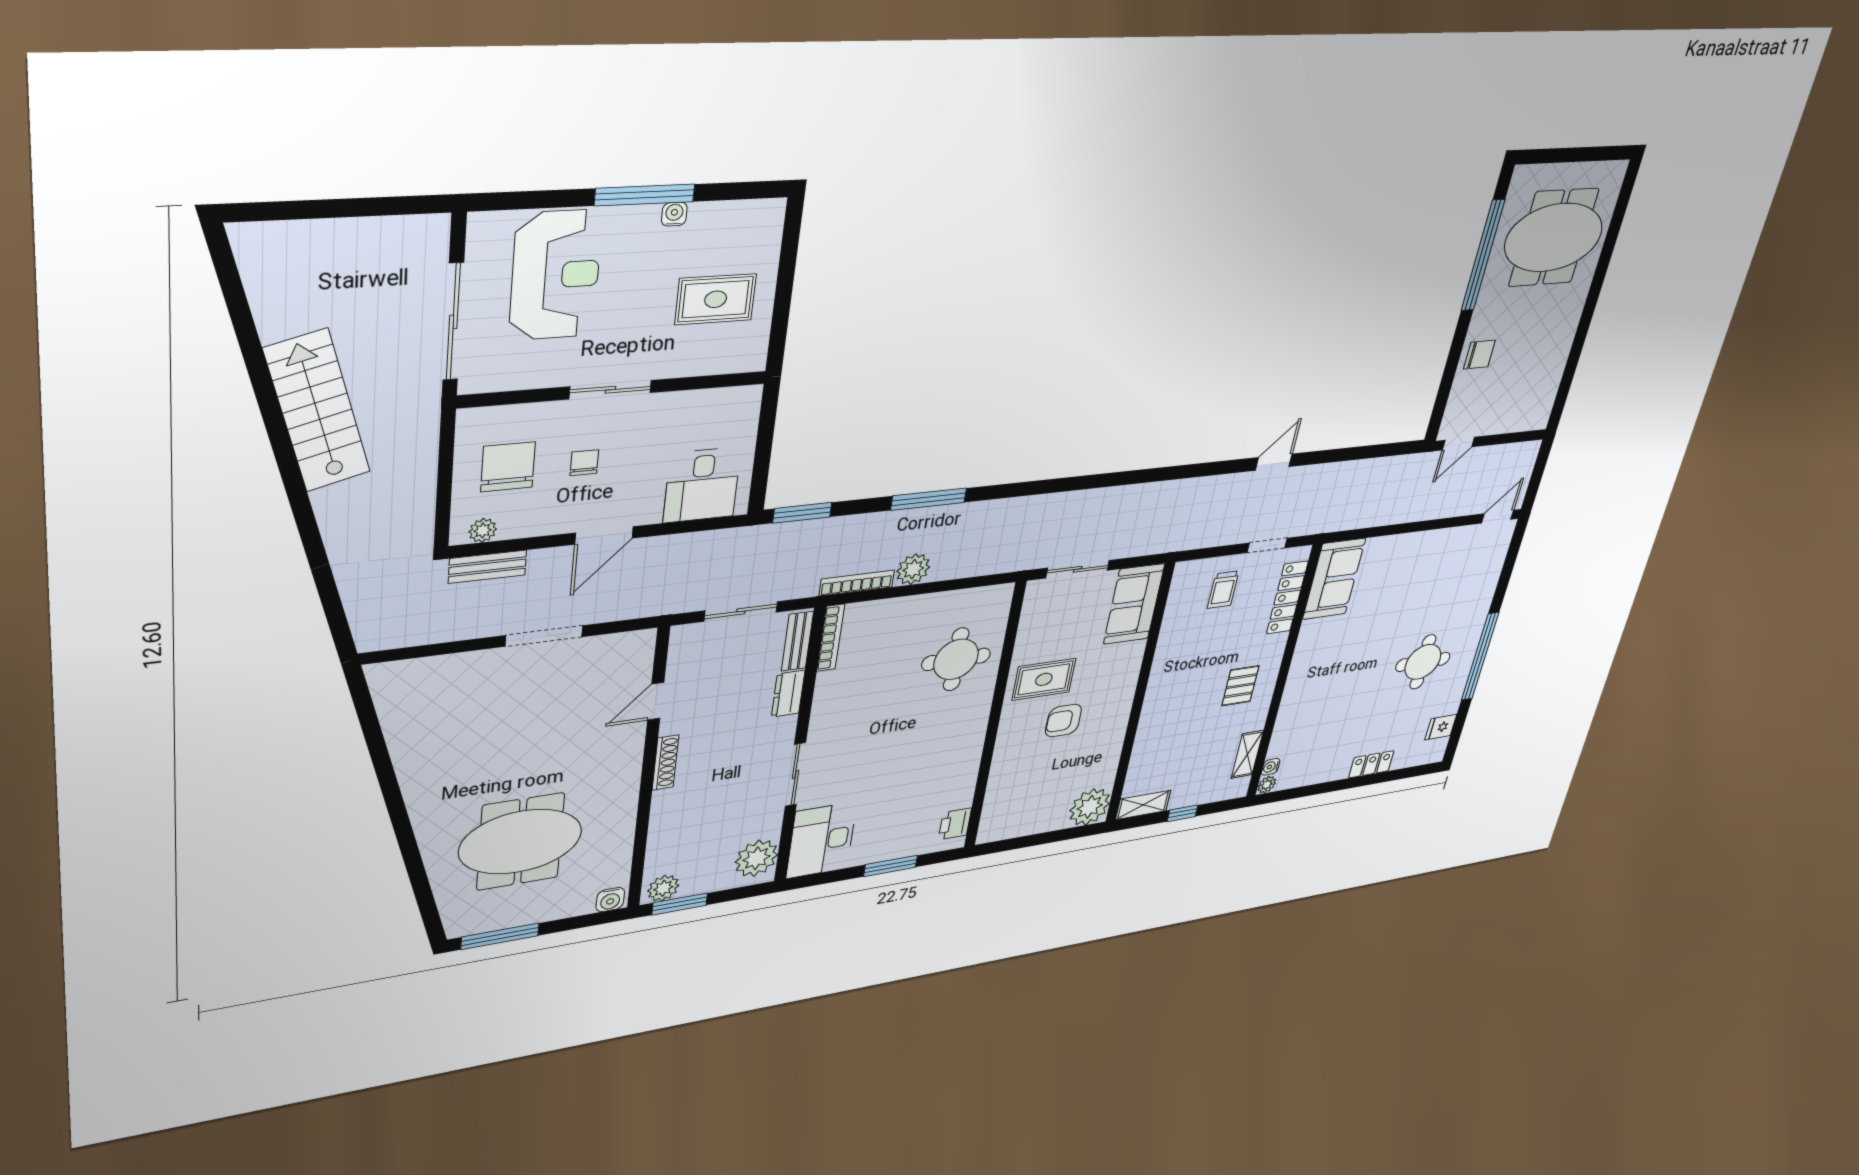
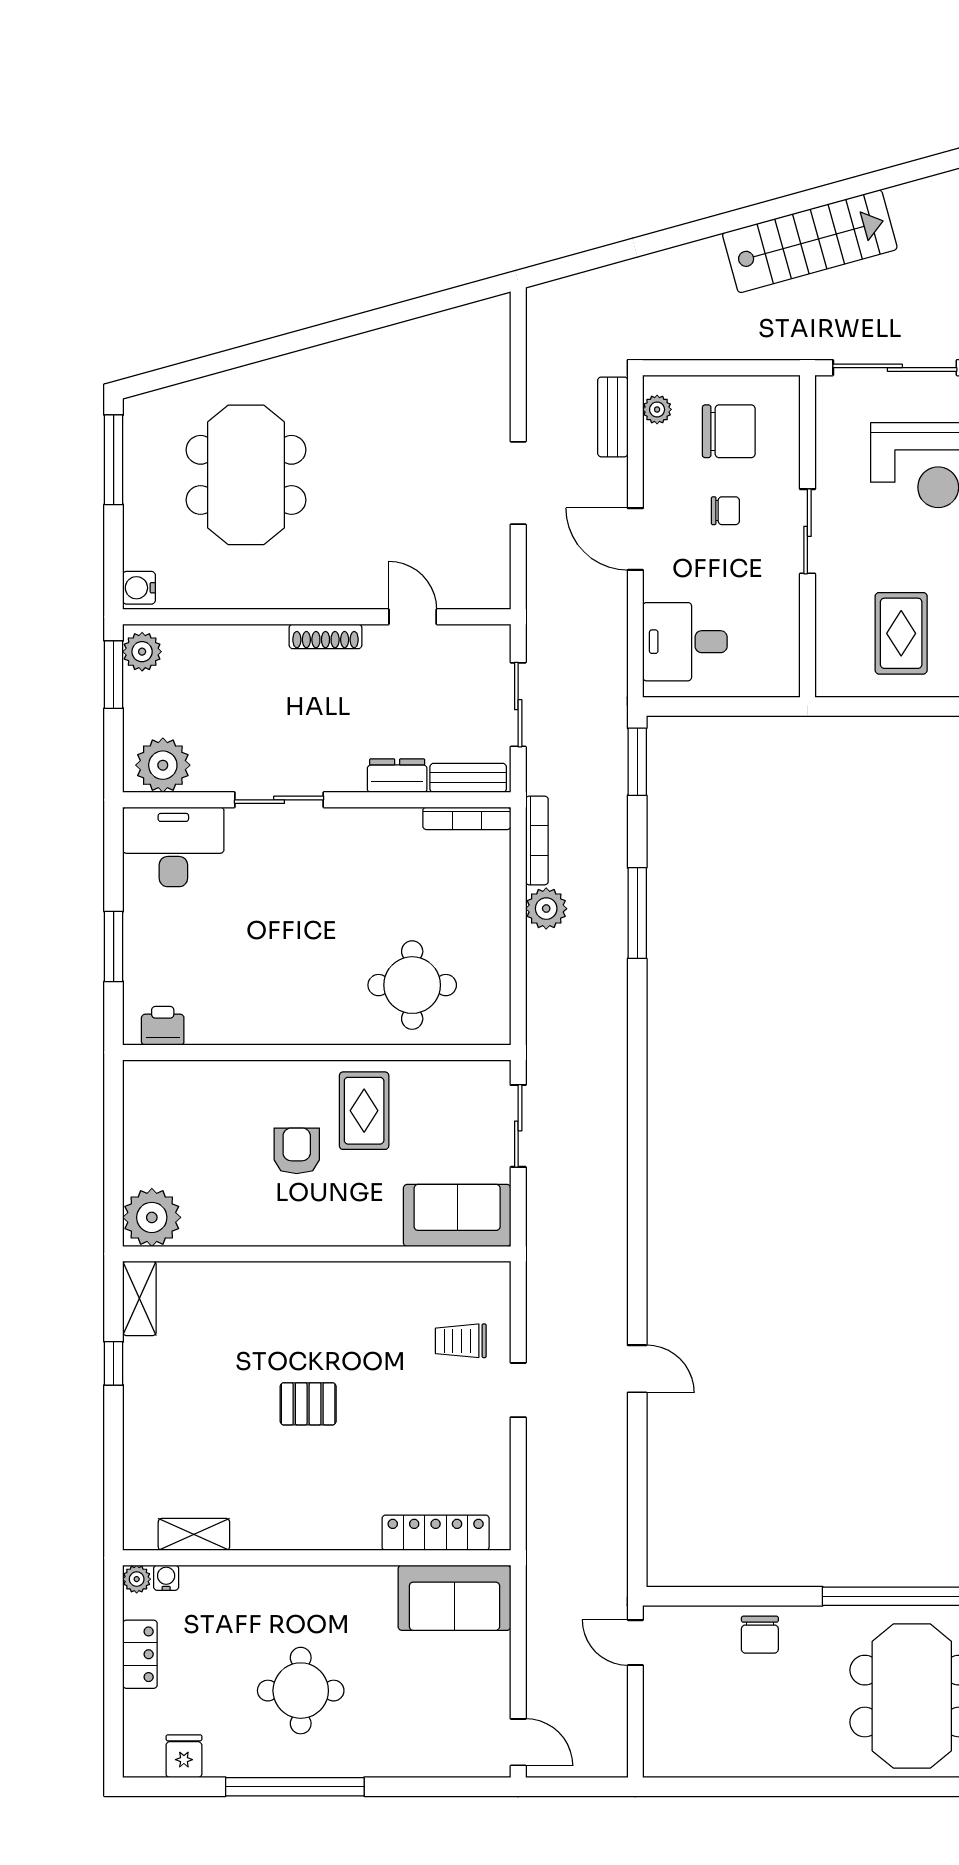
sofa: (1334, 579) -> (454, 1598), moved
locker: (1287, 598) -> (436, 1533), moved
wall: (1283, 674) -> (317, 1558), moved
shelving: (1247, 754) -> (194, 1534), moved
water cooler: (1271, 767) -> (166, 1578), moved
plant: (1267, 785) -> (137, 1579), moved

